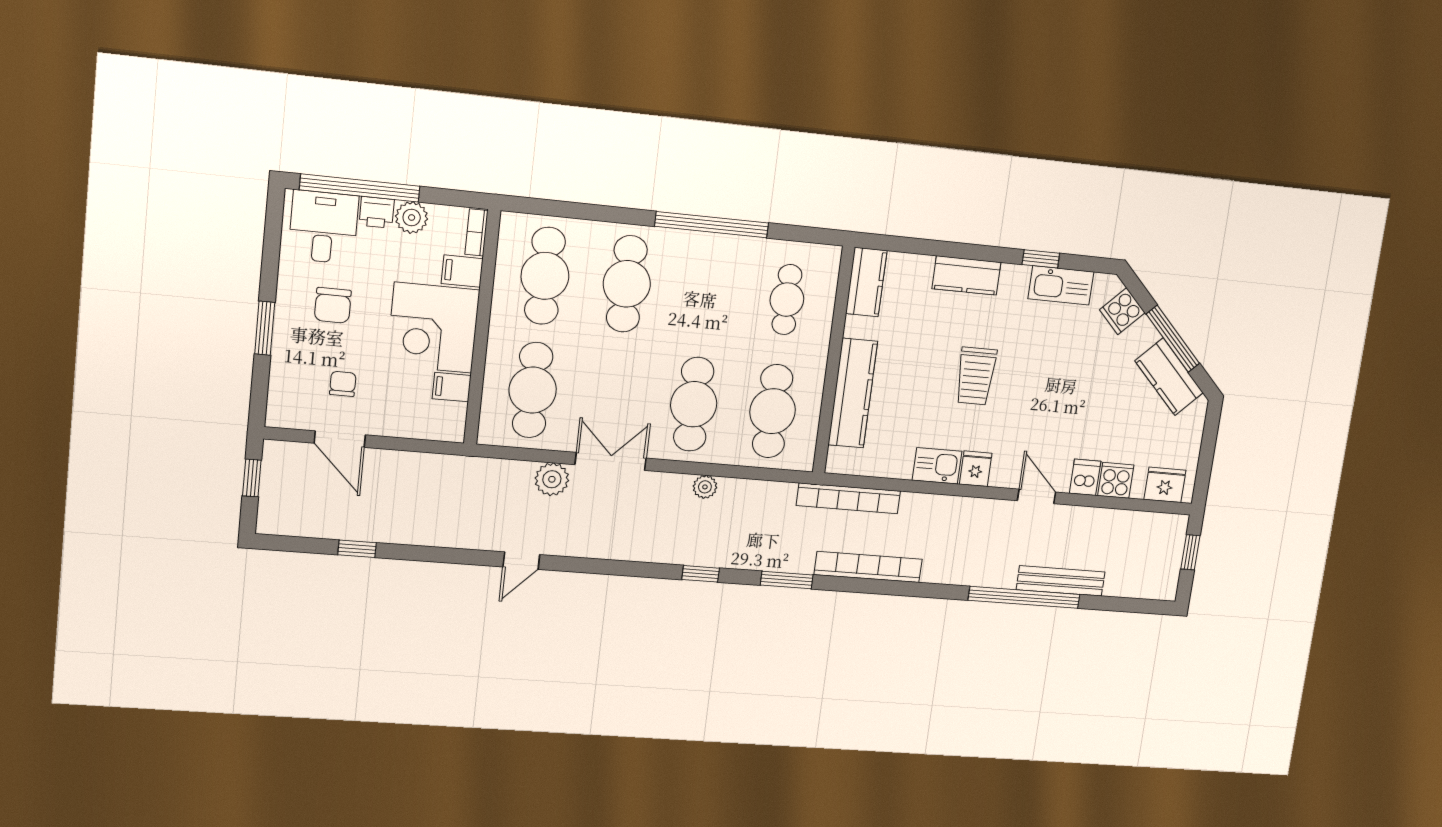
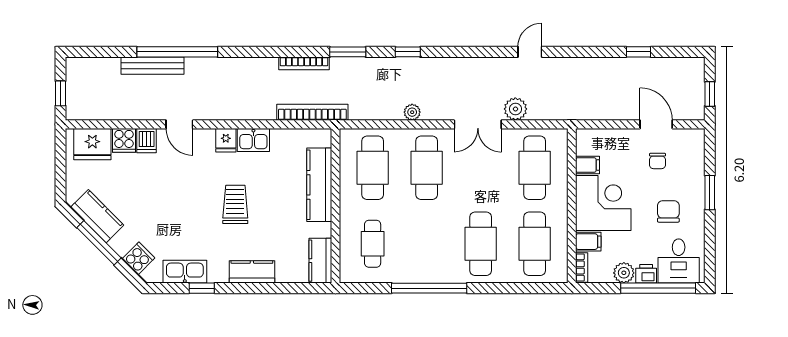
fridge: (1165, 485) -> (92, 144), width x1.36, depth x1.34
bookcase: (868, 567) -> (304, 63), width x0.68, depth x0.76

